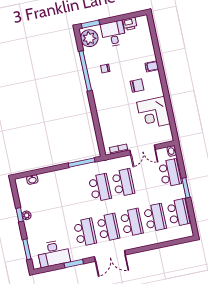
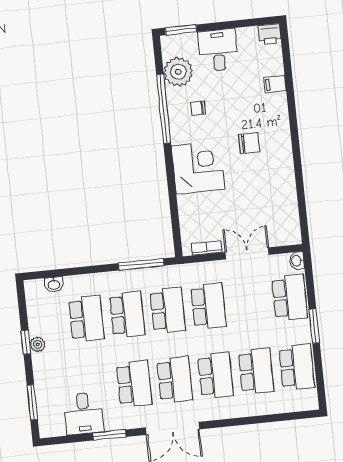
printer: (130, 24) -> (270, 34), moved
plant: (89, 38) -> (178, 72), moved
filing cabinet: (152, 66) -> (275, 84), moved
corner desk: (153, 113) -> (198, 168), moved, turned 180
double door: (143, 150) -> (247, 253), swing flipped
school desk: (77, 192) -> (127, 314), added
school desk: (53, 197) -> (86, 319), added
desk: (54, 254) -> (84, 414), width x0.73

